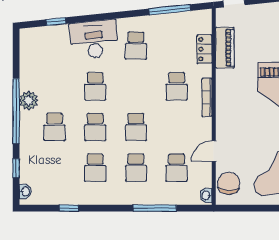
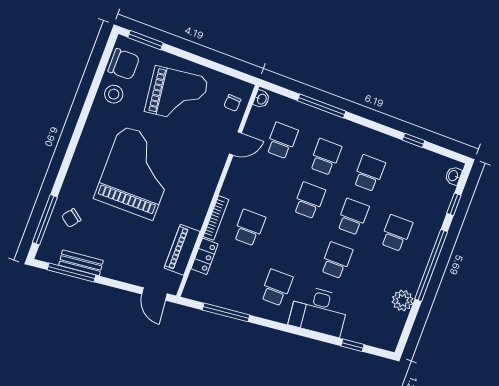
bookcase: (207, 97) -> (216, 218), moved
plant: (29, 101) -> (403, 300), moved
chair: (229, 183) -> (232, 103), width x0.54, depth x0.54

